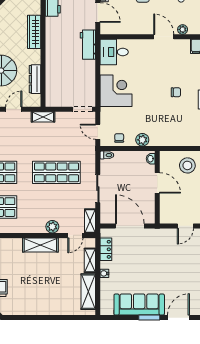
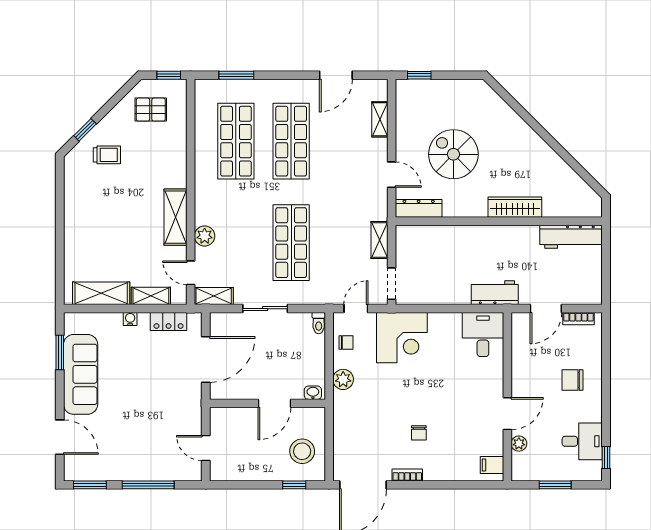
dresser: (35, 79) -> (419, 208), moved
corner desk: (116, 91) -> (402, 338), moved
shelving: (43, 117) -> (379, 240), moved
window: (149, 318) -> (60, 352), moved

